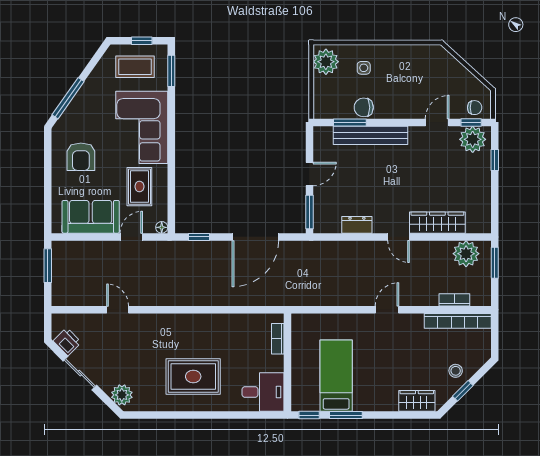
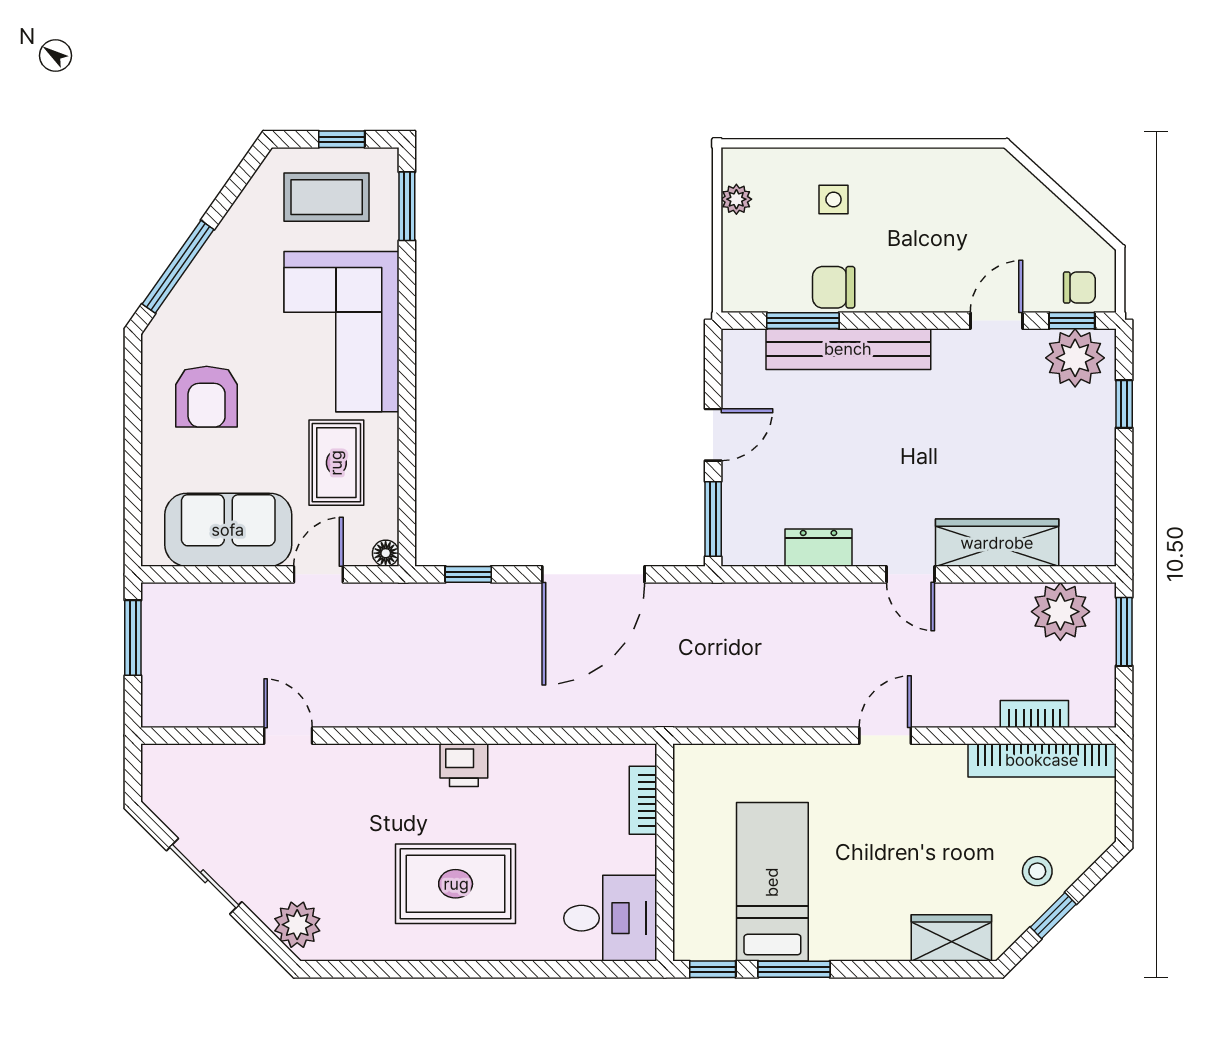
plant: (326, 62) -> (736, 199), width x0.53, depth x0.53
printer: (67, 342) -> (464, 765), moved, turned 135

